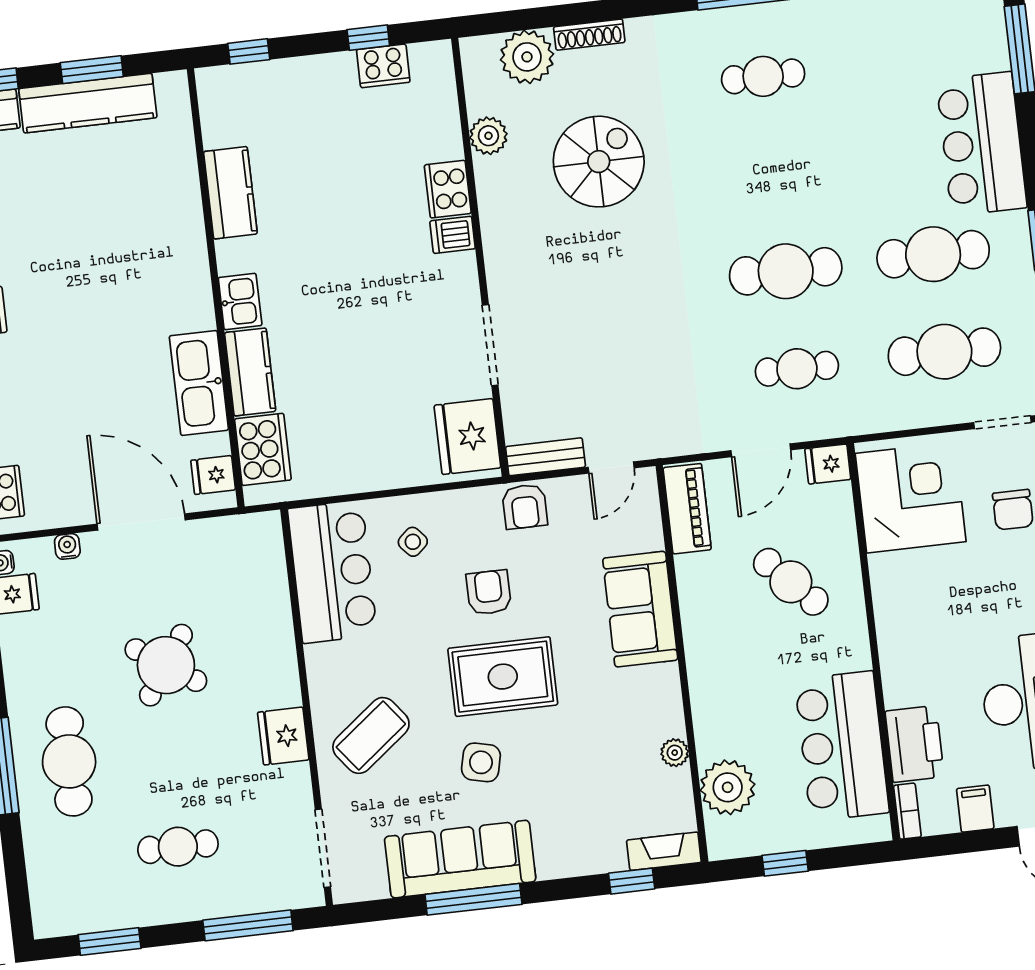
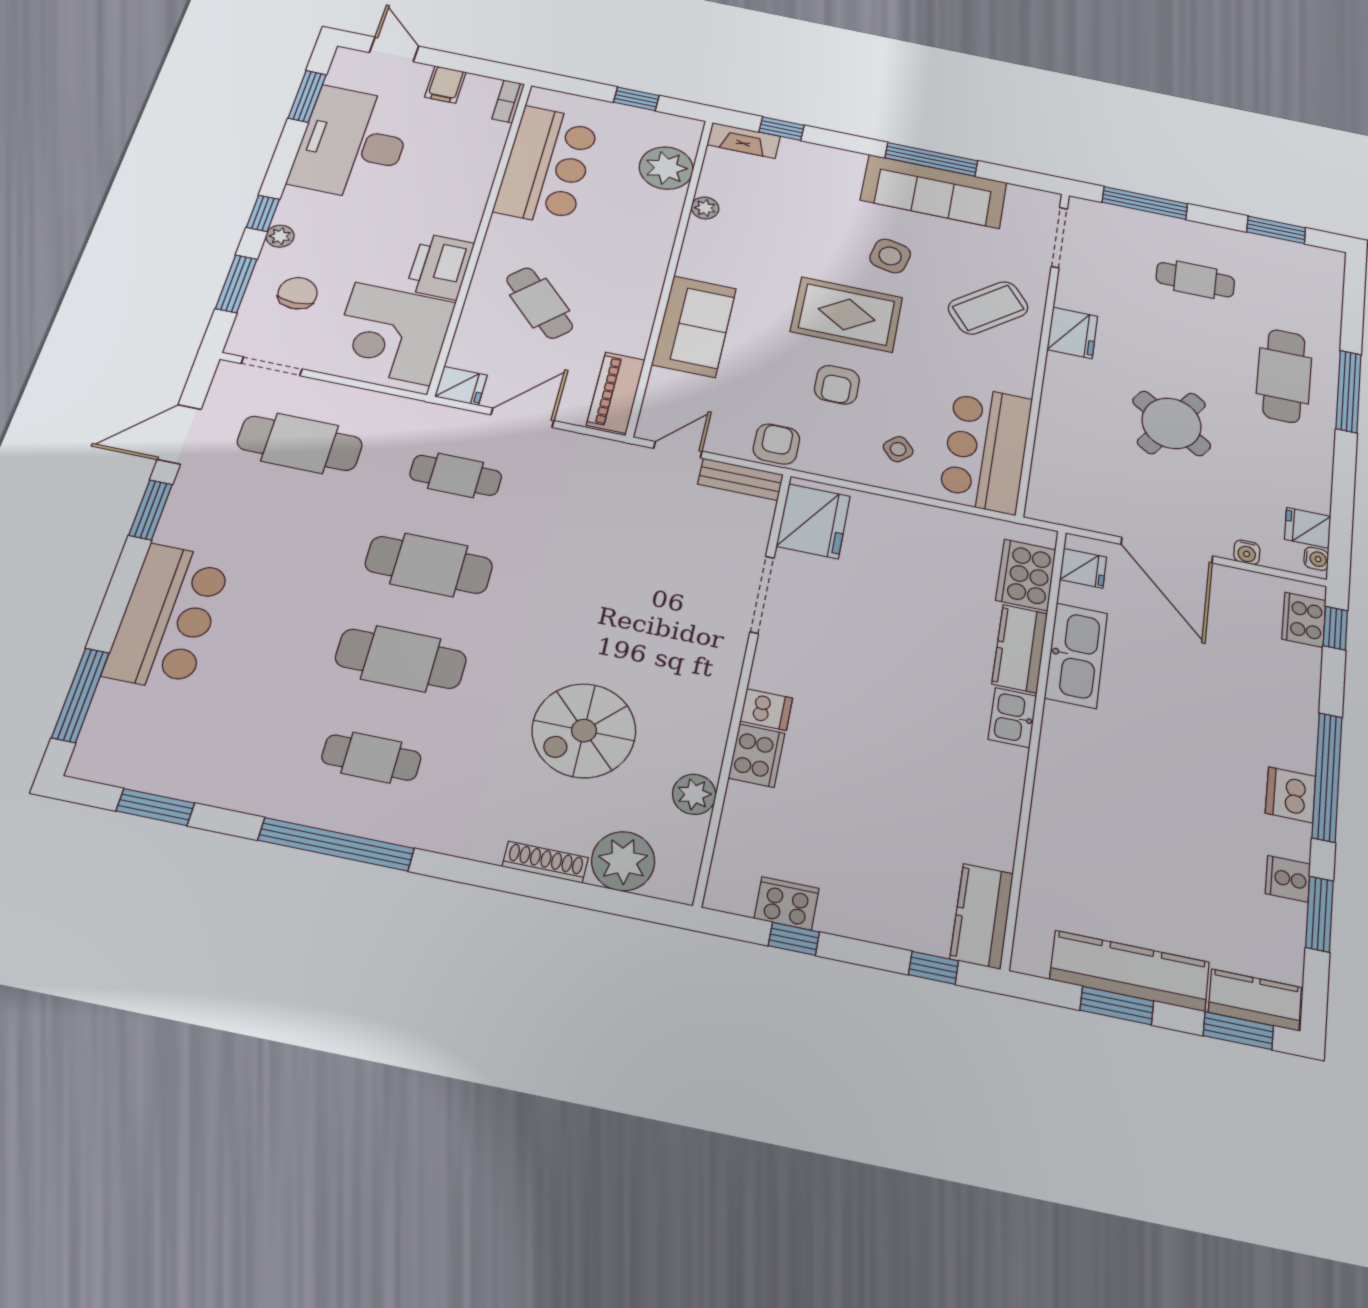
kitchen counter: (230, 193) -> (982, 916), moved
cafe table: (933, 254) -> (401, 659), moved
printer: (915, 744) -> (440, 266), moved

